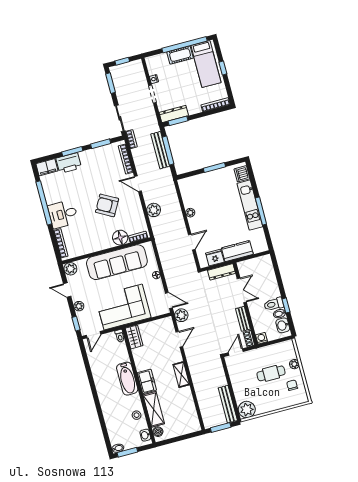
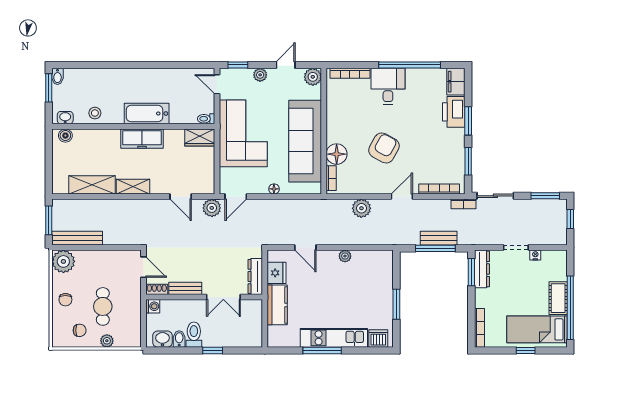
bench: (160, 150) -> (439, 238), width x0.73
window: (286, 305) -> (213, 350), moved
freezer: (147, 381) -> (142, 139), width x1.40
chair: (273, 401) -> (65, 300), added
shelving: (154, 409) -> (92, 185), moved

